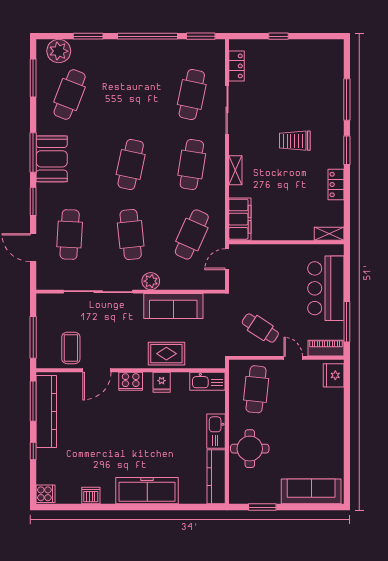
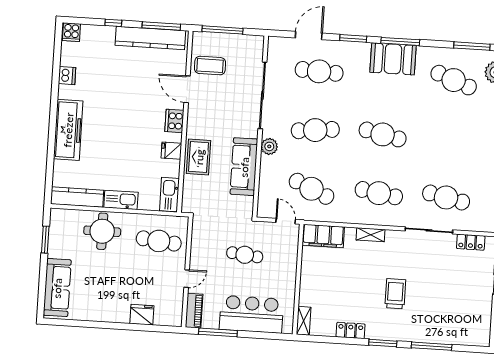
cafe table: (260, 328) -> (245, 255), moved, turned 63
fridge: (334, 375) -> (142, 315), moved

